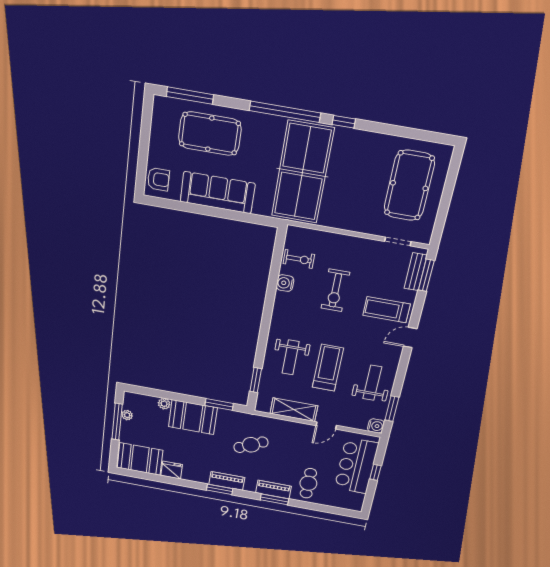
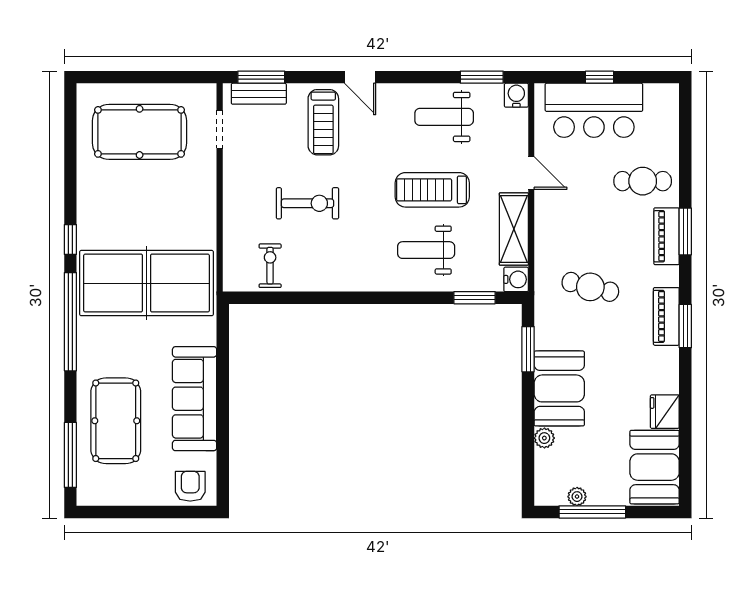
water cooler: (285, 283) -> (516, 279), moved, turned -90
weight bench: (291, 357) -> (426, 250), turned 180
cafe table: (251, 445) -> (590, 287), turned -50

